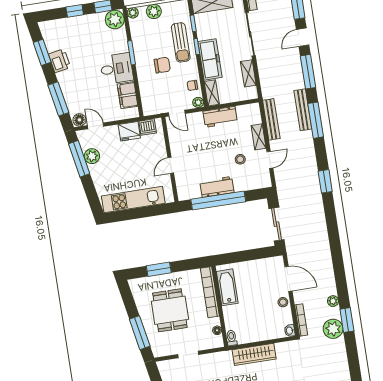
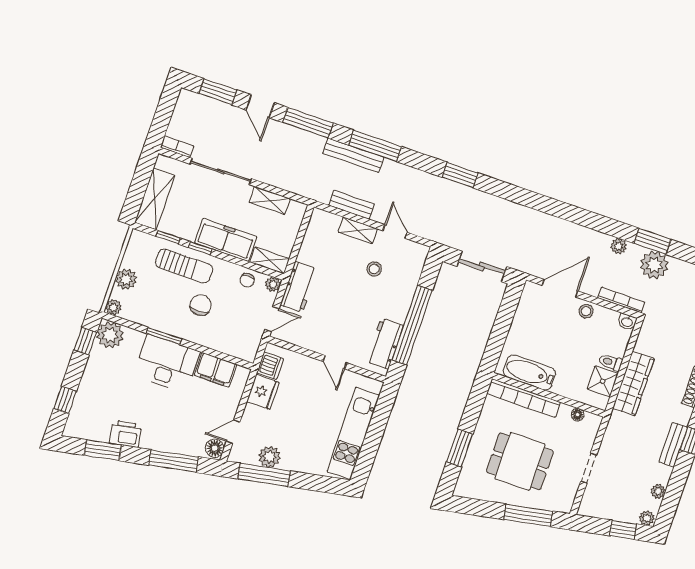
window: (75, 11) -> (65, 400), moved
desk: (117, 69) -> (167, 363), width x1.37
workbench: (220, 117) -> (299, 287), moved
bench: (271, 119) -> (351, 205), width x0.73
workbench: (217, 187) -> (385, 344), moved
shower: (245, 335) -> (603, 381), added
toilet: (232, 338) -> (610, 362), moved

